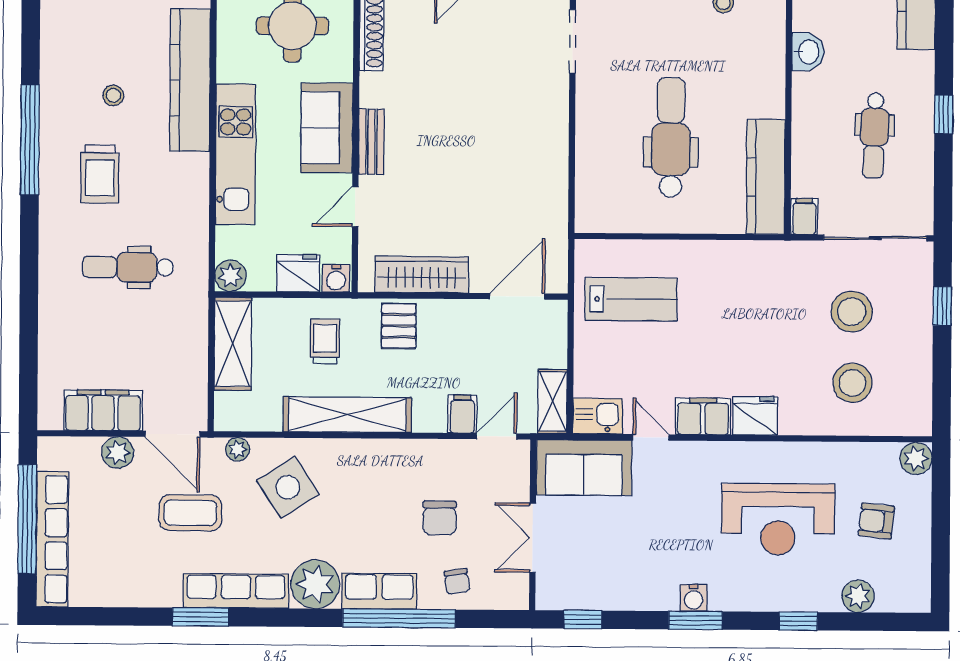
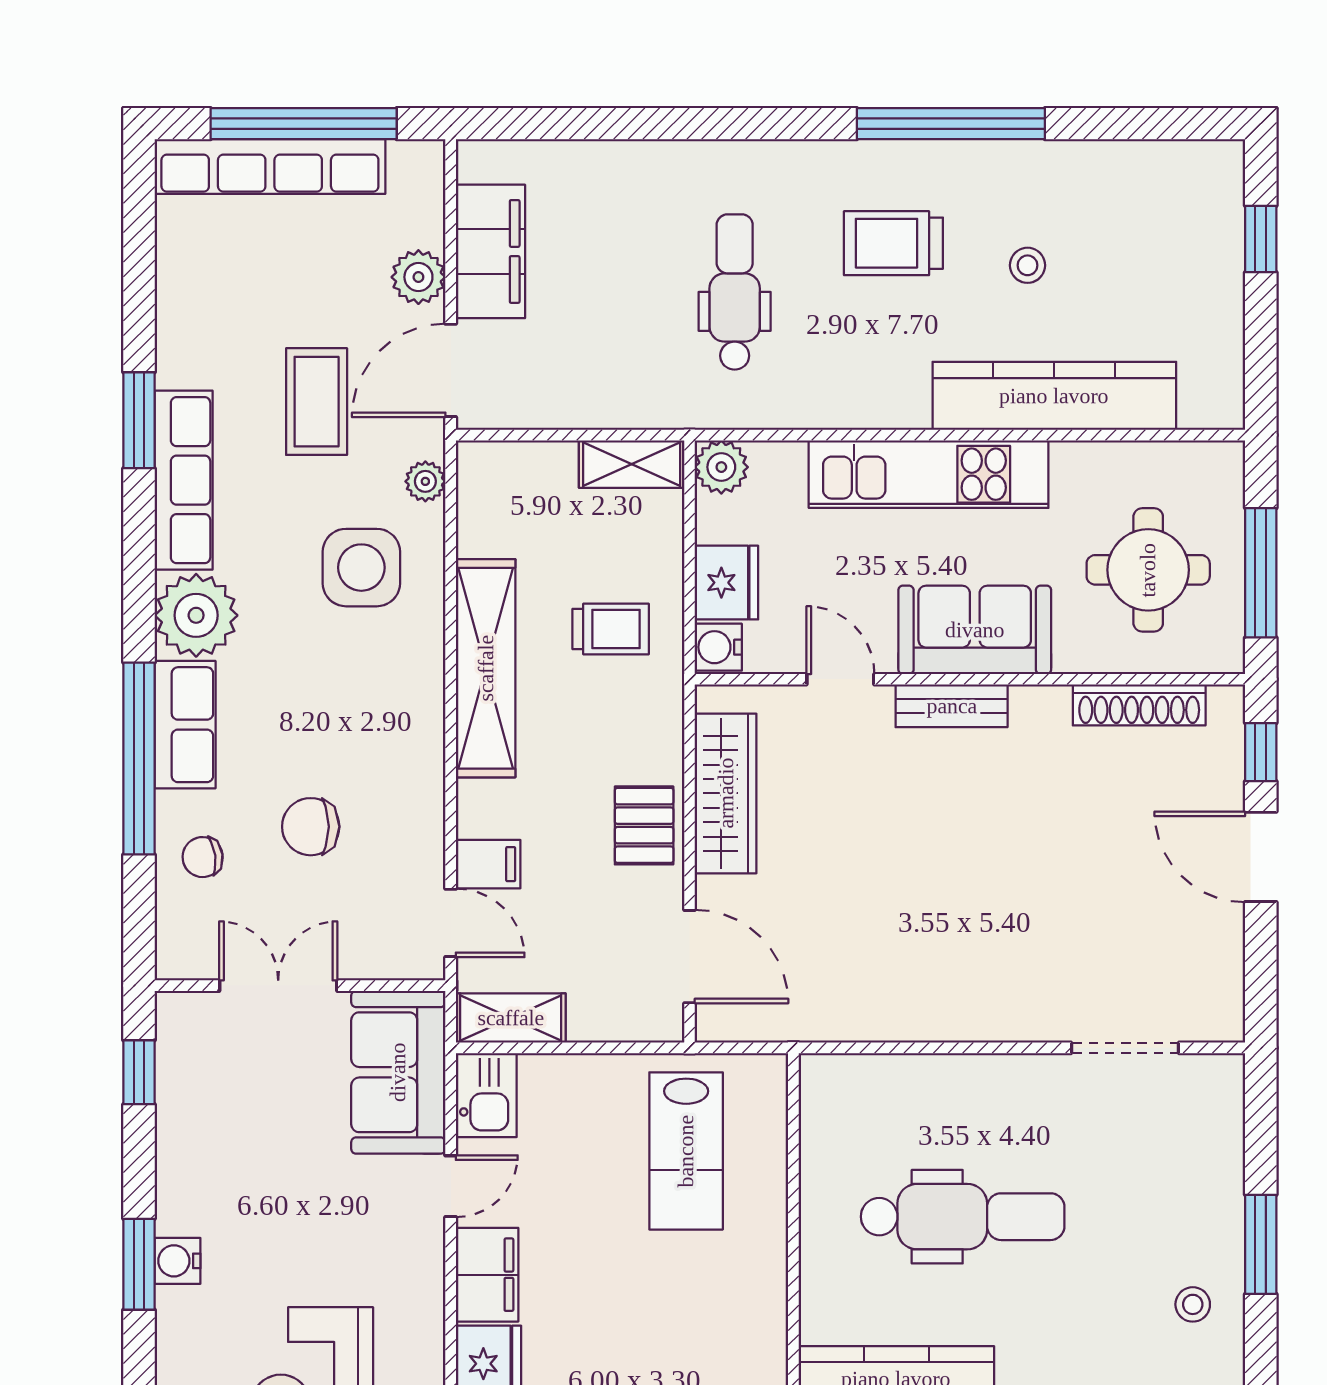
pallet: (399, 326) -> (644, 825), moved, turned 90
shelving: (233, 344) -> (632, 464), width x0.67, depth x0.75
side table: (288, 487) -> (361, 568), turned 33

